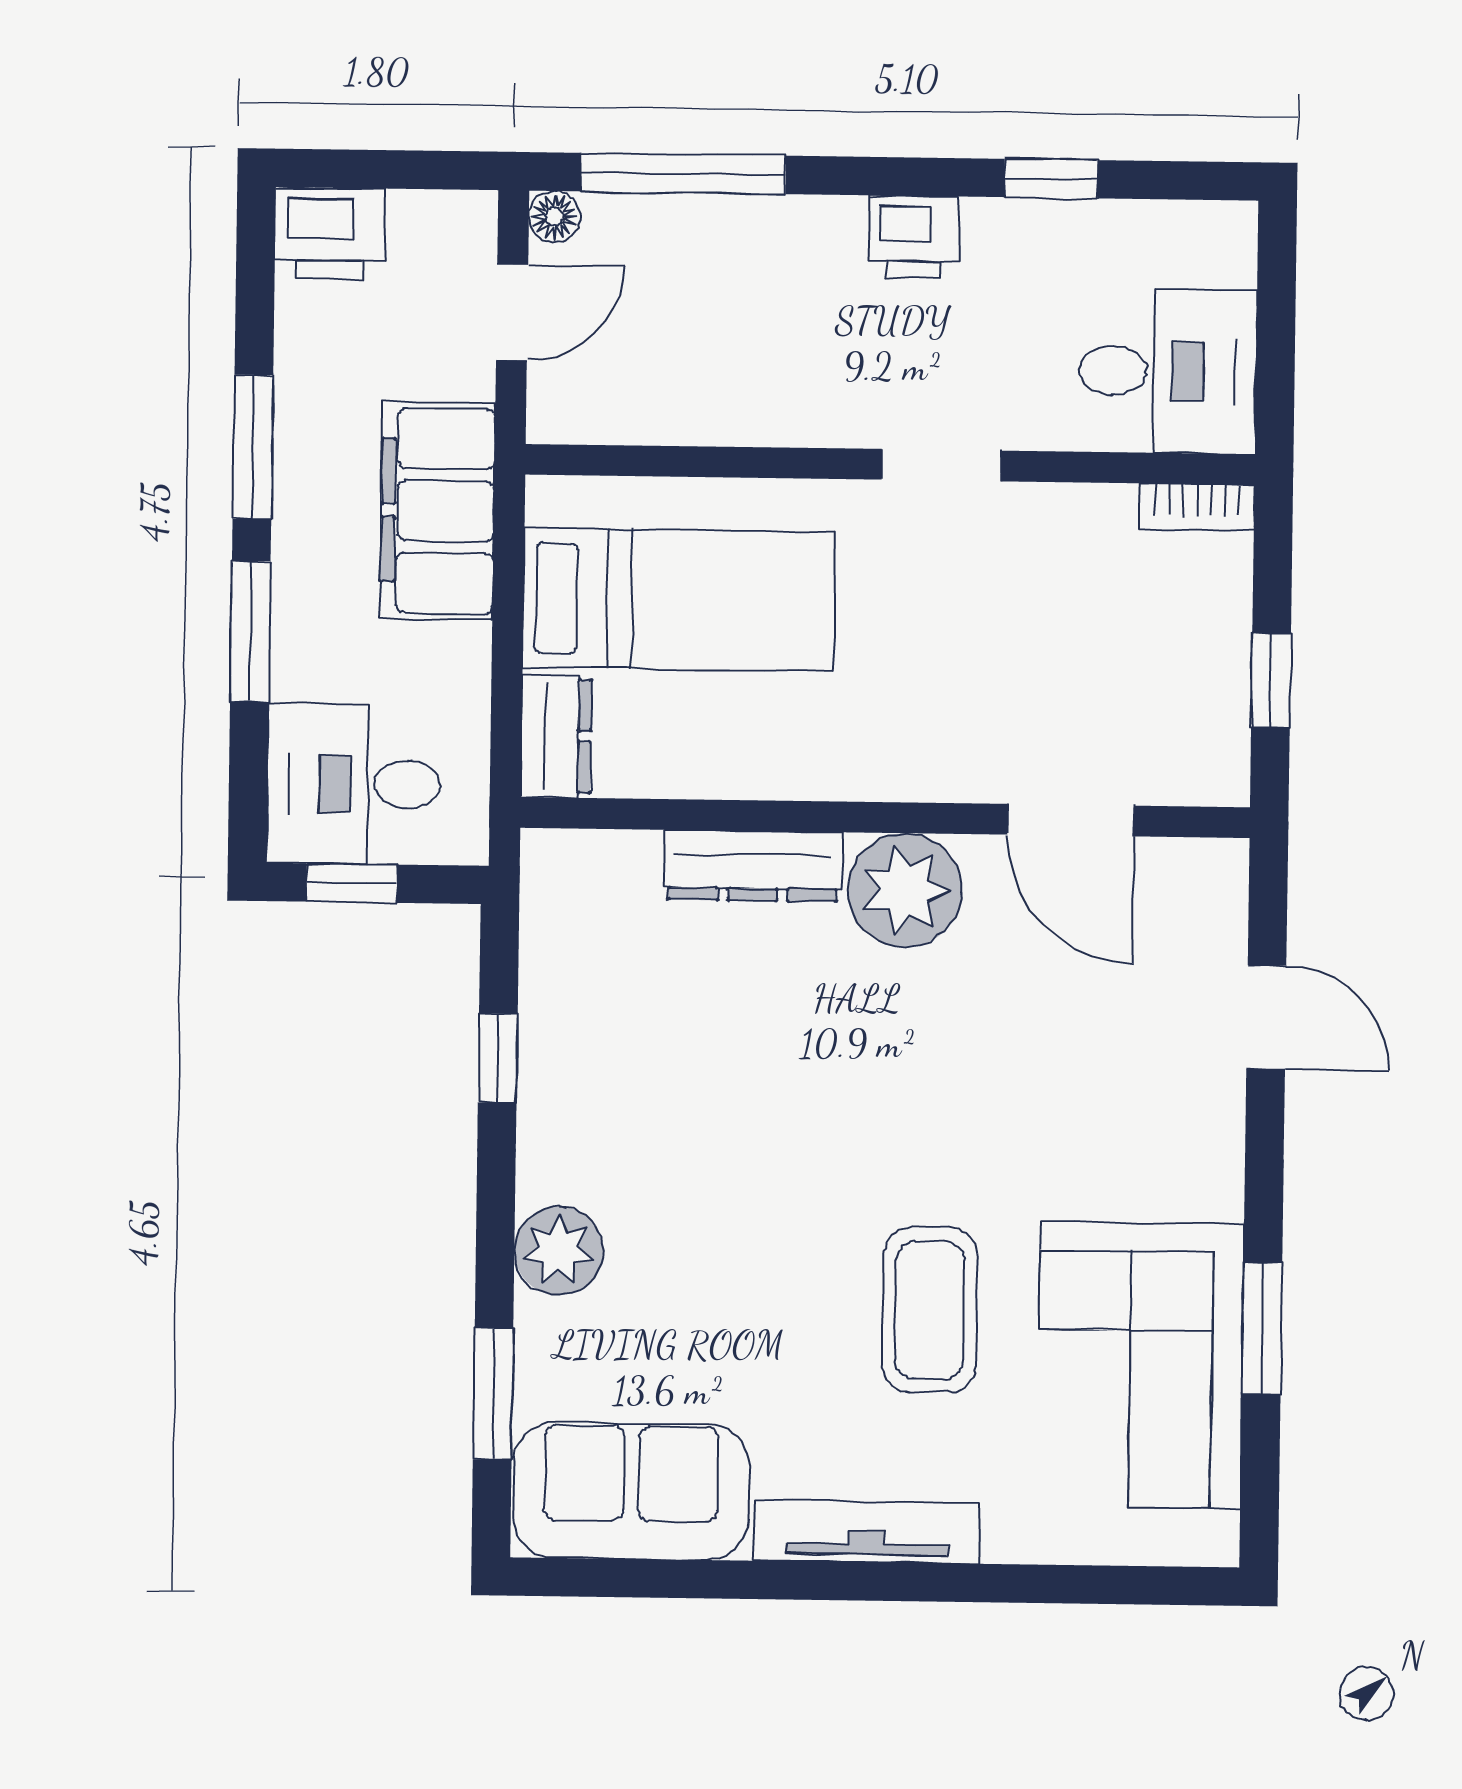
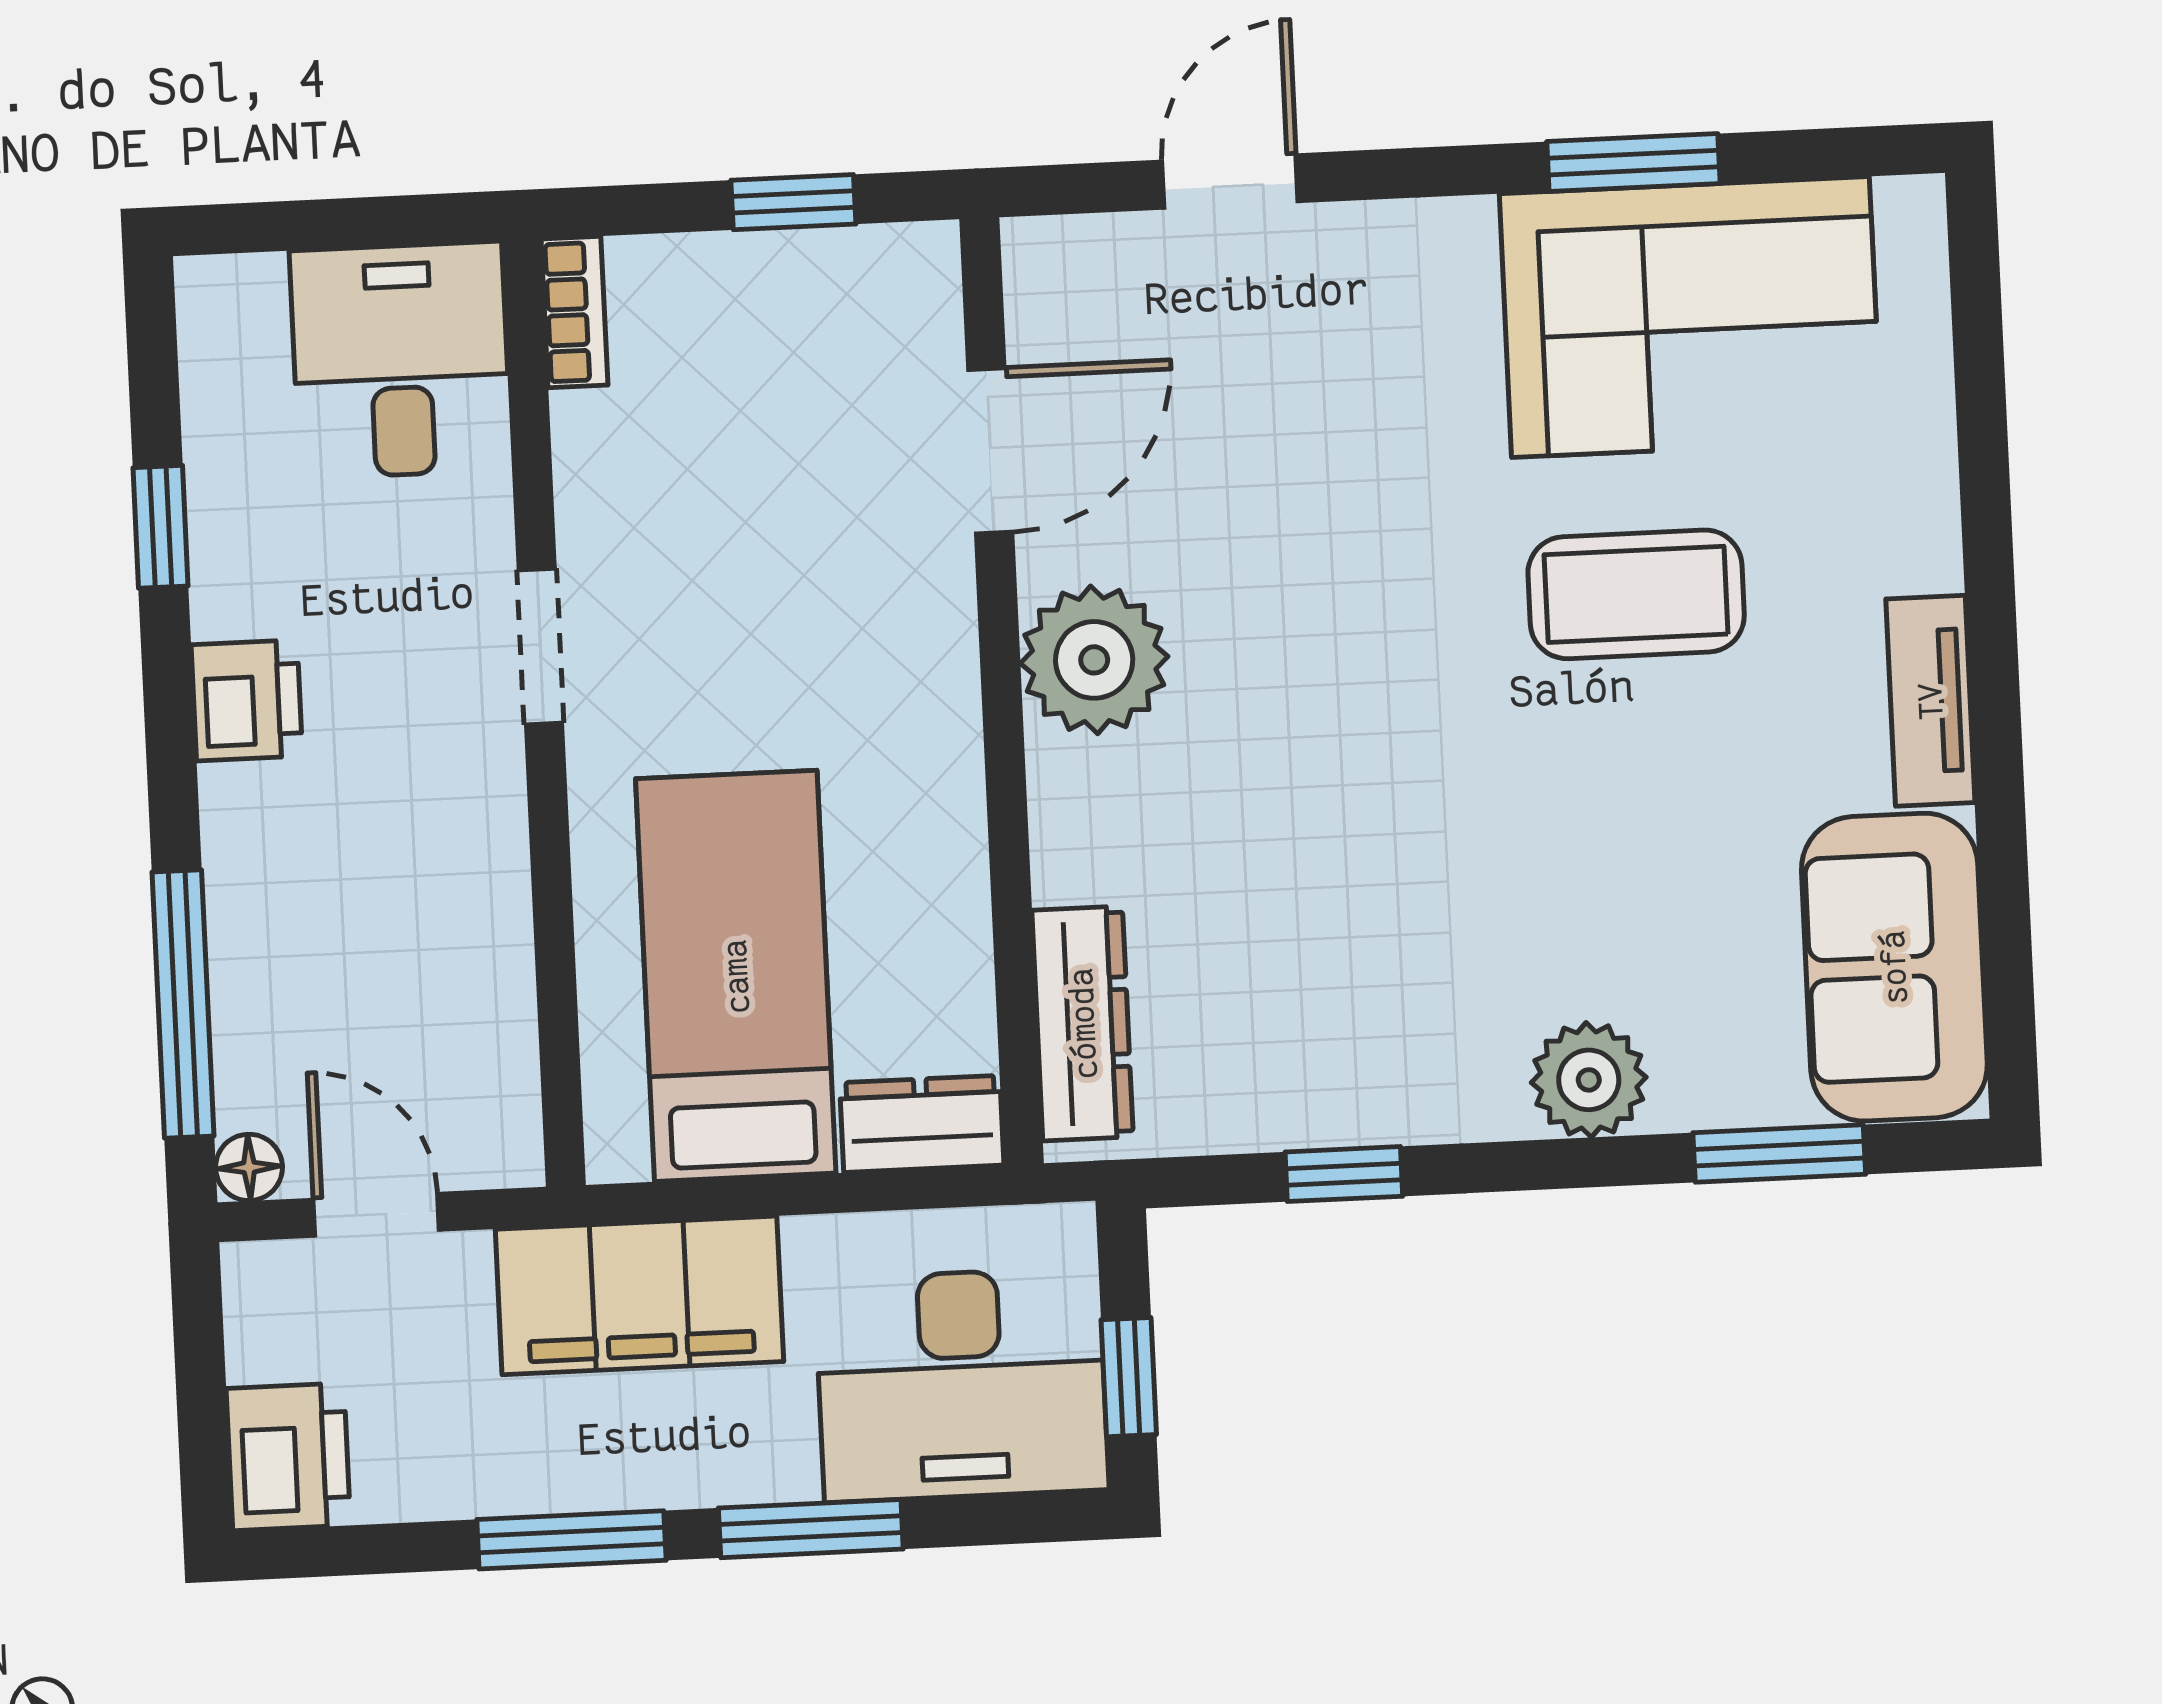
desk: (354, 784) -> (962, 1384), width x1.37
dresser: (753, 866) -> (1083, 1023), moved
tv unit: (867, 1532) -> (1930, 701), width x0.71

